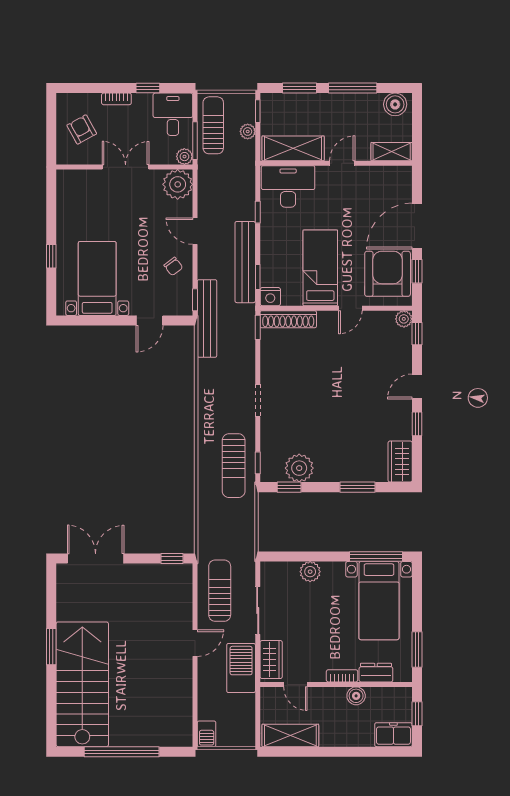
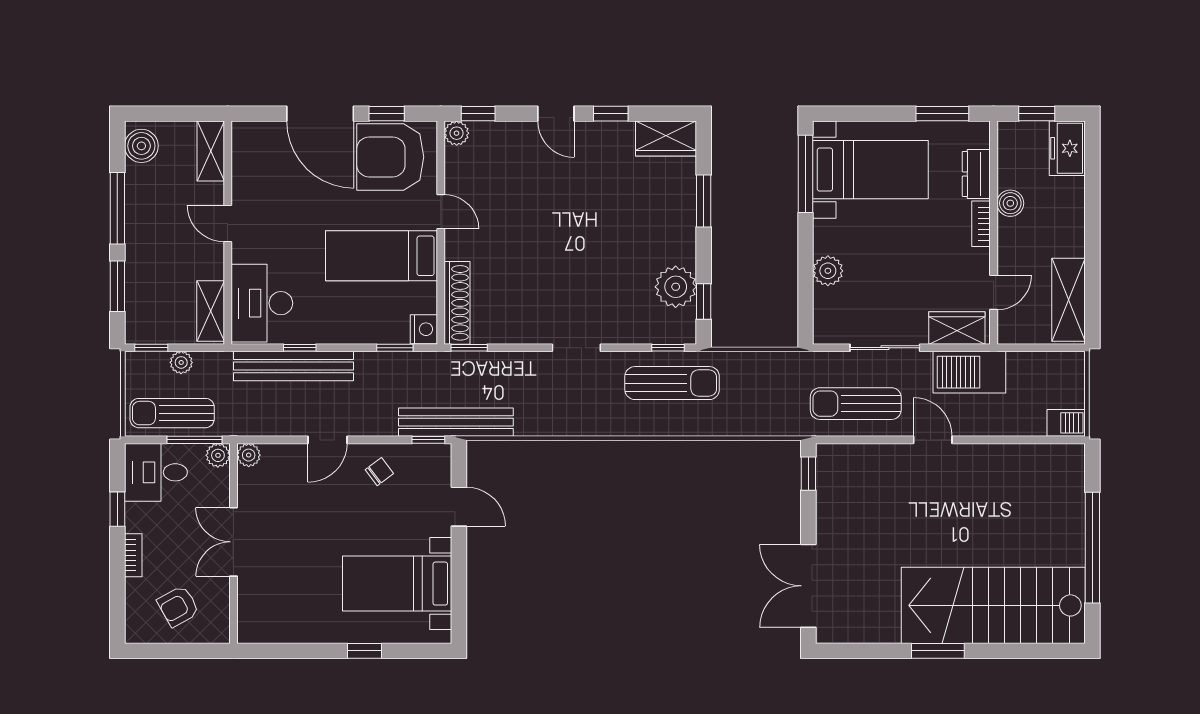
shelving: (293, 148) -> (211, 311), width x0.67, depth x0.75
plant: (178, 184) -> (249, 455), width x0.53, depth x0.53
bench: (245, 262) -> (294, 366), moved

